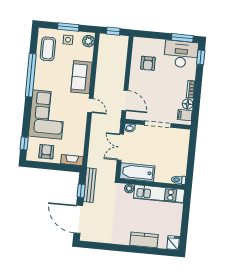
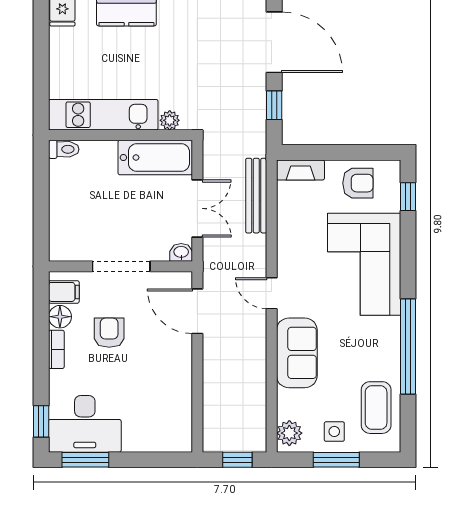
armchair: (148, 63) -> (109, 333), moved
armchair: (46, 152) -> (358, 183), turned -90
bench: (90, 185) -> (256, 196), moved

